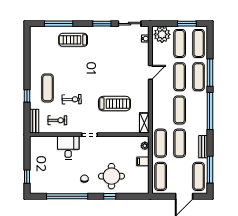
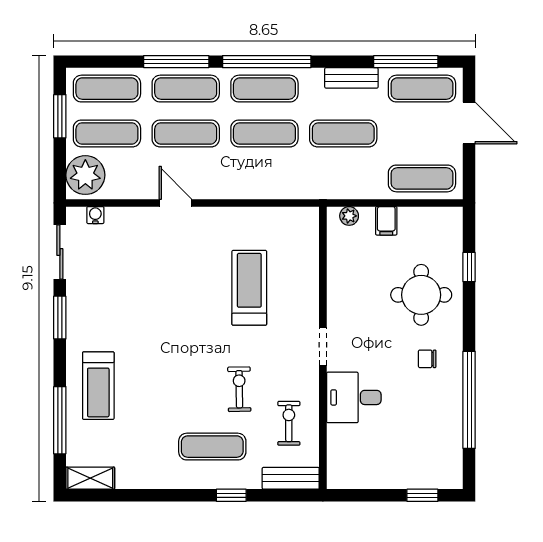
shelving: (144, 123) -> (90, 478), moved
exercise mat: (161, 143) -> (264, 89), moved
window: (110, 196) -> (469, 267), moved

